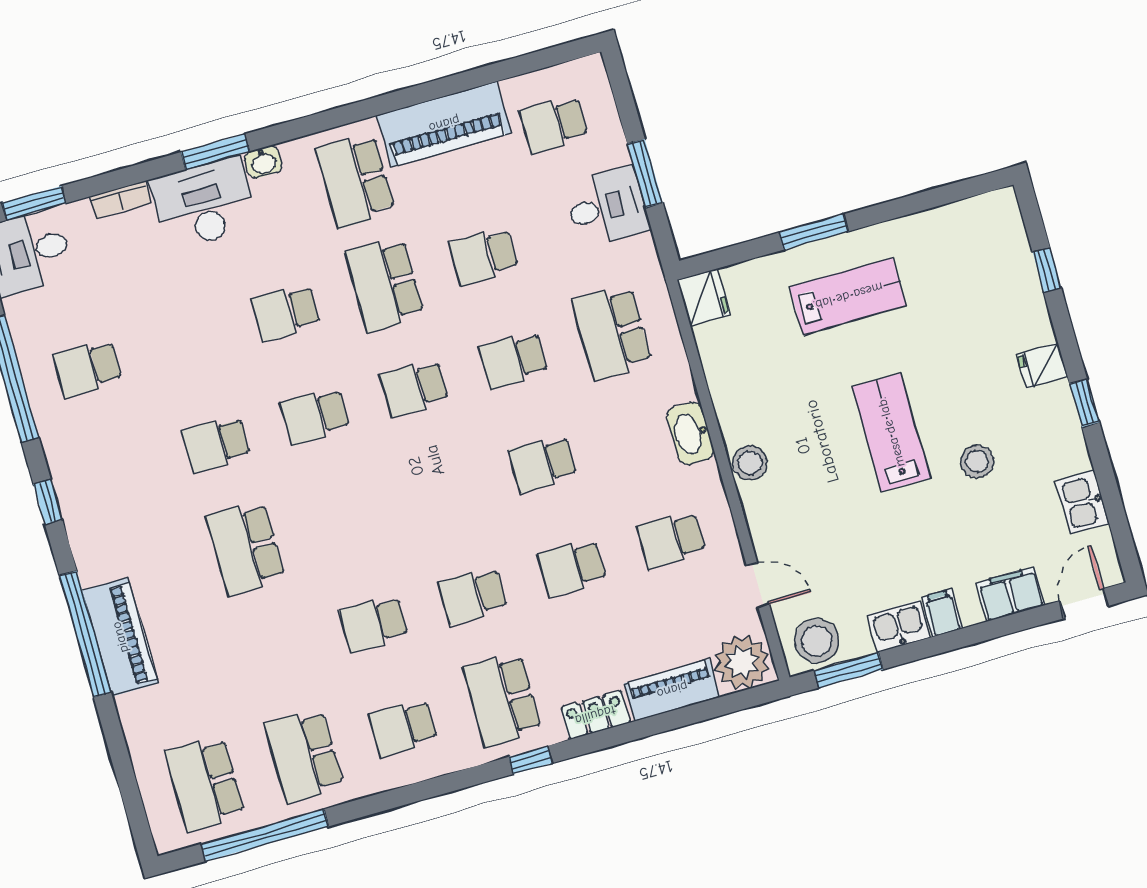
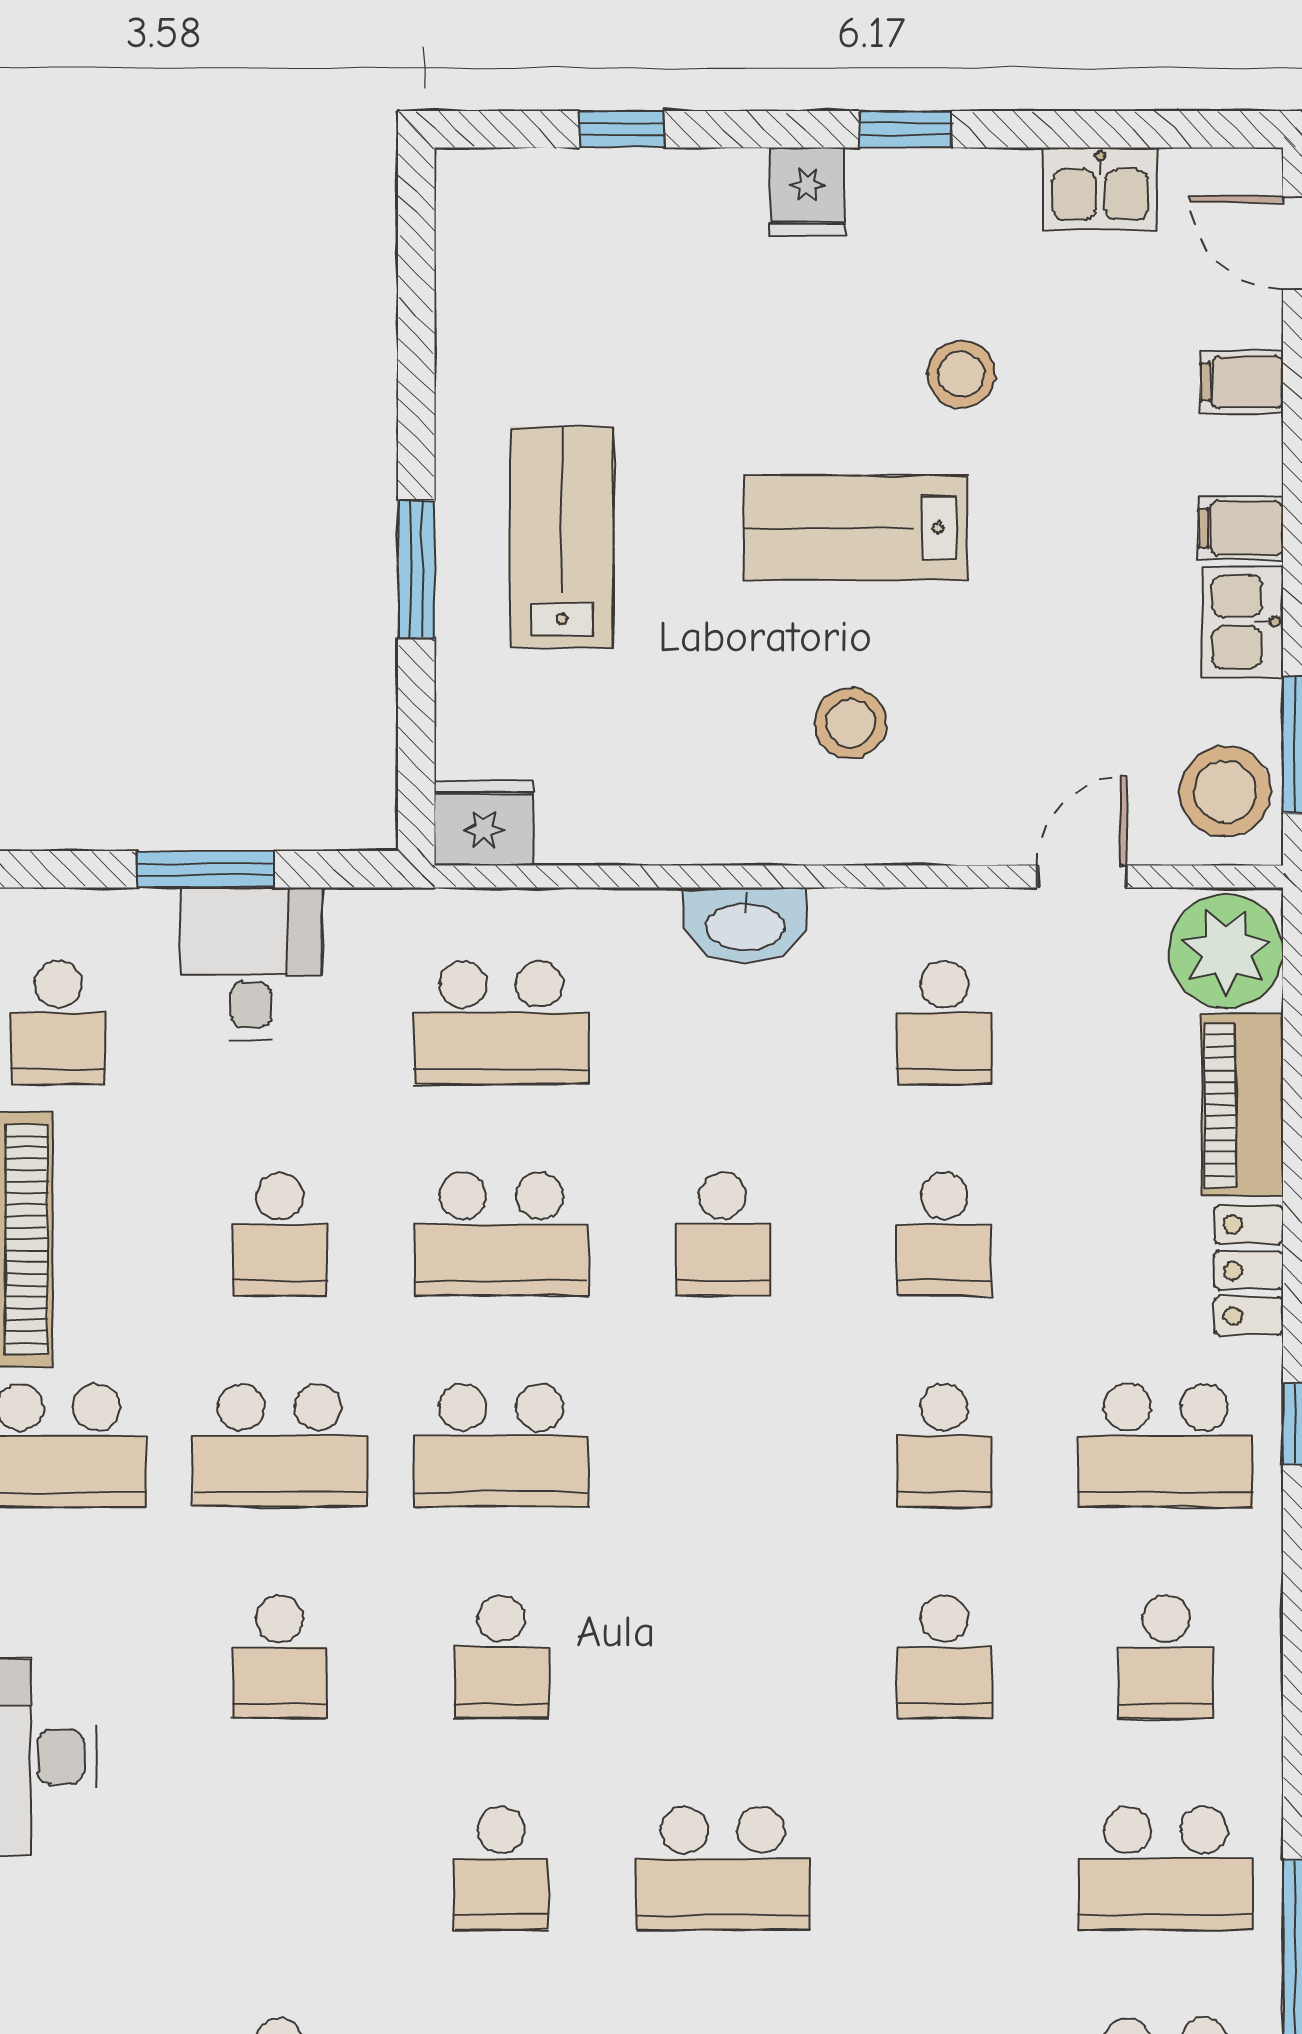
school desk: (513, 360) -> (501, 1234), width x1.85
school desk: (414, 388) -> (501, 1445), width x1.85
stool: (750, 463) -> (850, 723), moved
filing cabinet: (1011, 594) -> (1242, 382), width x0.50

